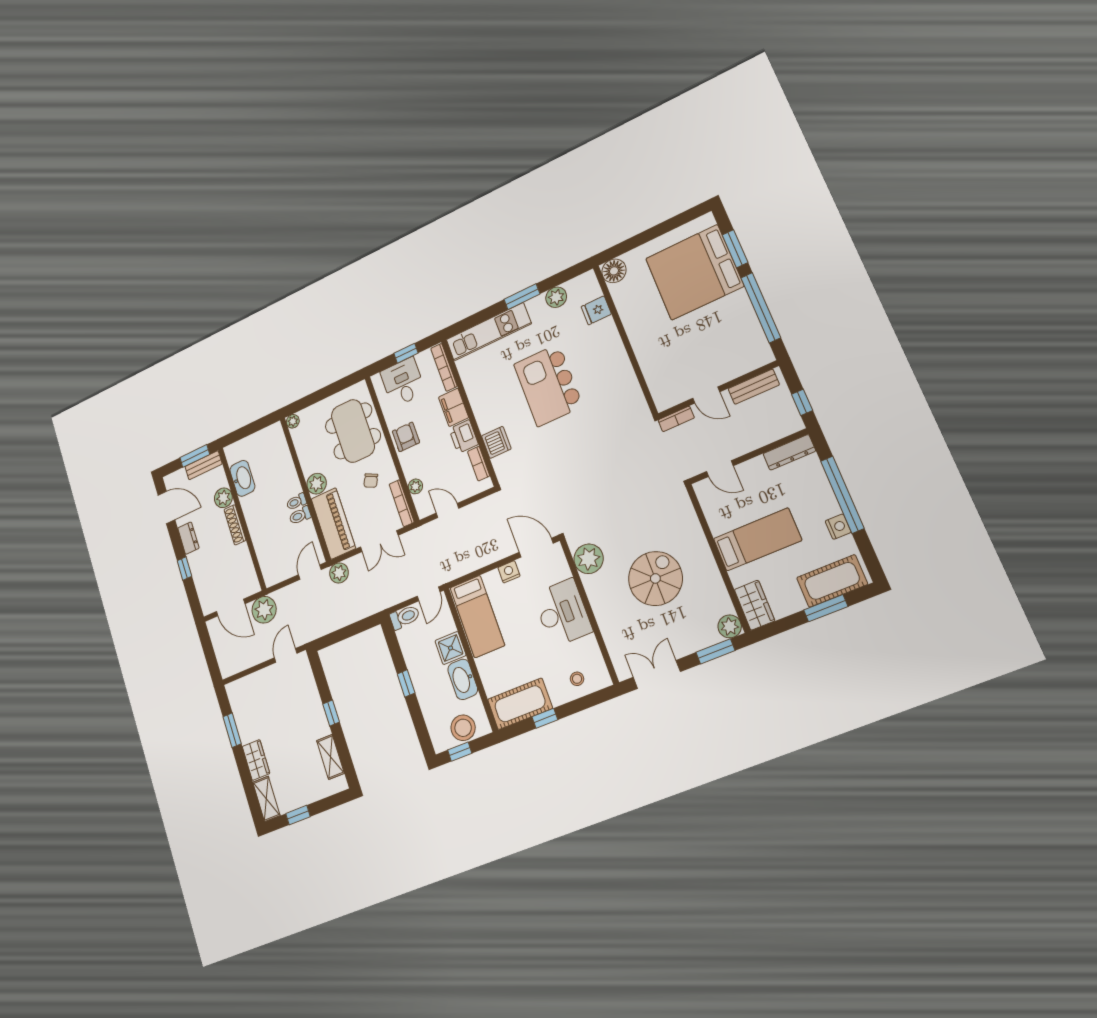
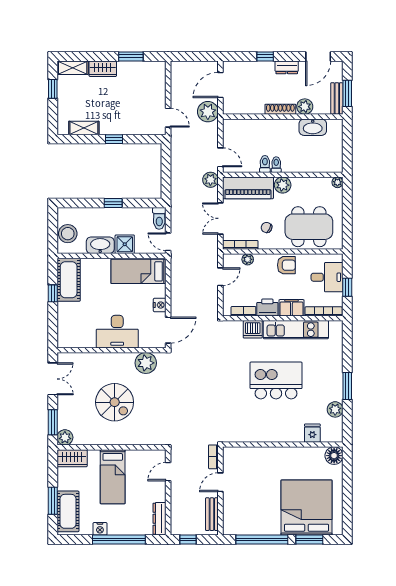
kitchen unit: (489, 332) -> (296, 330), moved, turned -90
stool: (577, 679) -> (70, 325), removed
window: (460, 752) -> (53, 225), removed

